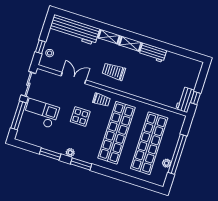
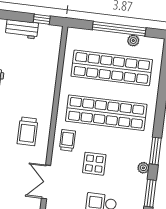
workbench: (185, 100) -> (22, 29), moved

